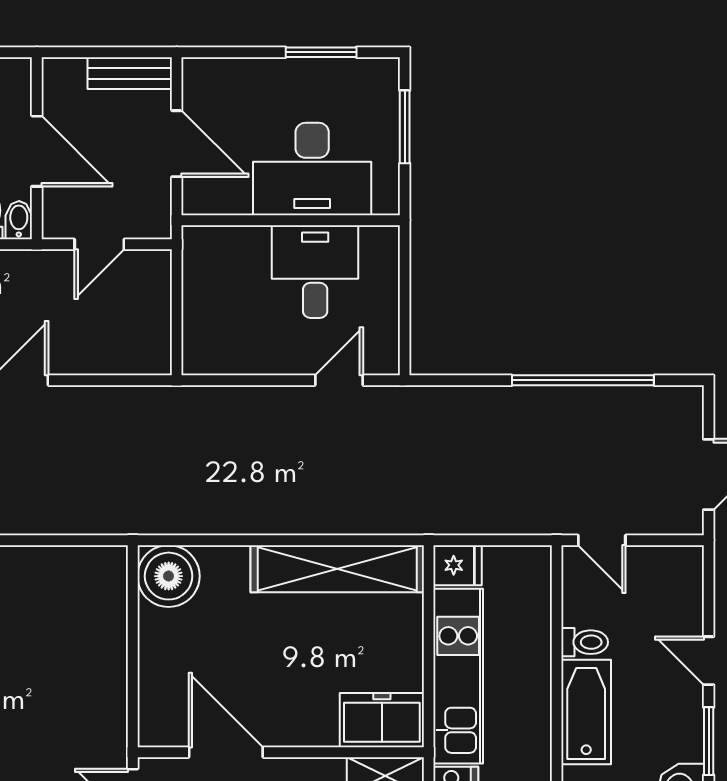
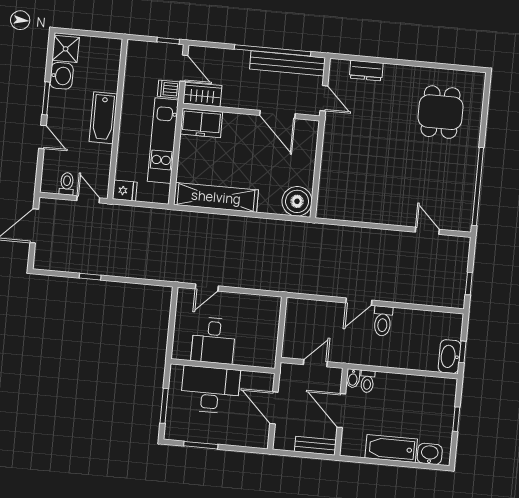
bench: (130, 73) -> (315, 446), moved
window: (583, 380) -> (90, 277), width x0.32
fridge: (458, 565) -> (125, 191), moved, turned 180
toilet: (585, 642) -> (67, 184), moved, turned 90

